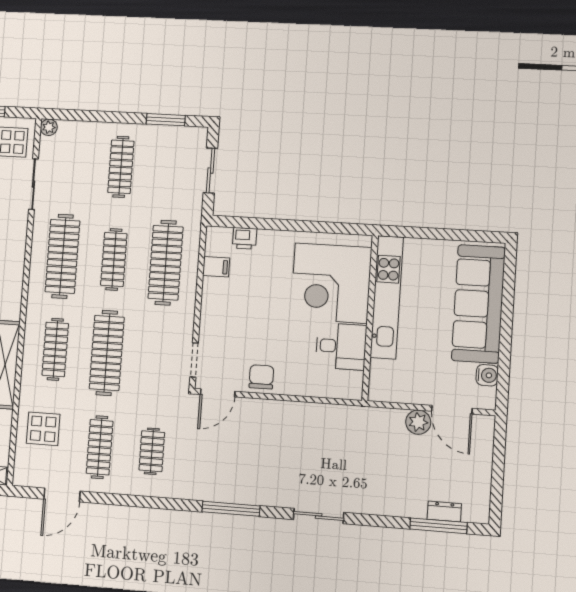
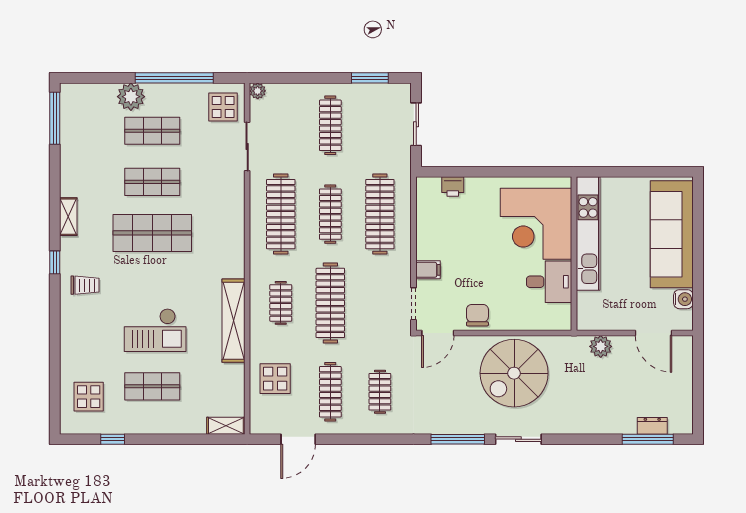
filing cabinet: (216, 267) -> (428, 270), moved
clothes rail: (55, 349) -> (281, 303), width x0.73
plant: (418, 422) -> (601, 346), moved
spiral stairs: (297, 442) -> (514, 373), added
sliding door: (319, 516) -> (518, 439), moved

